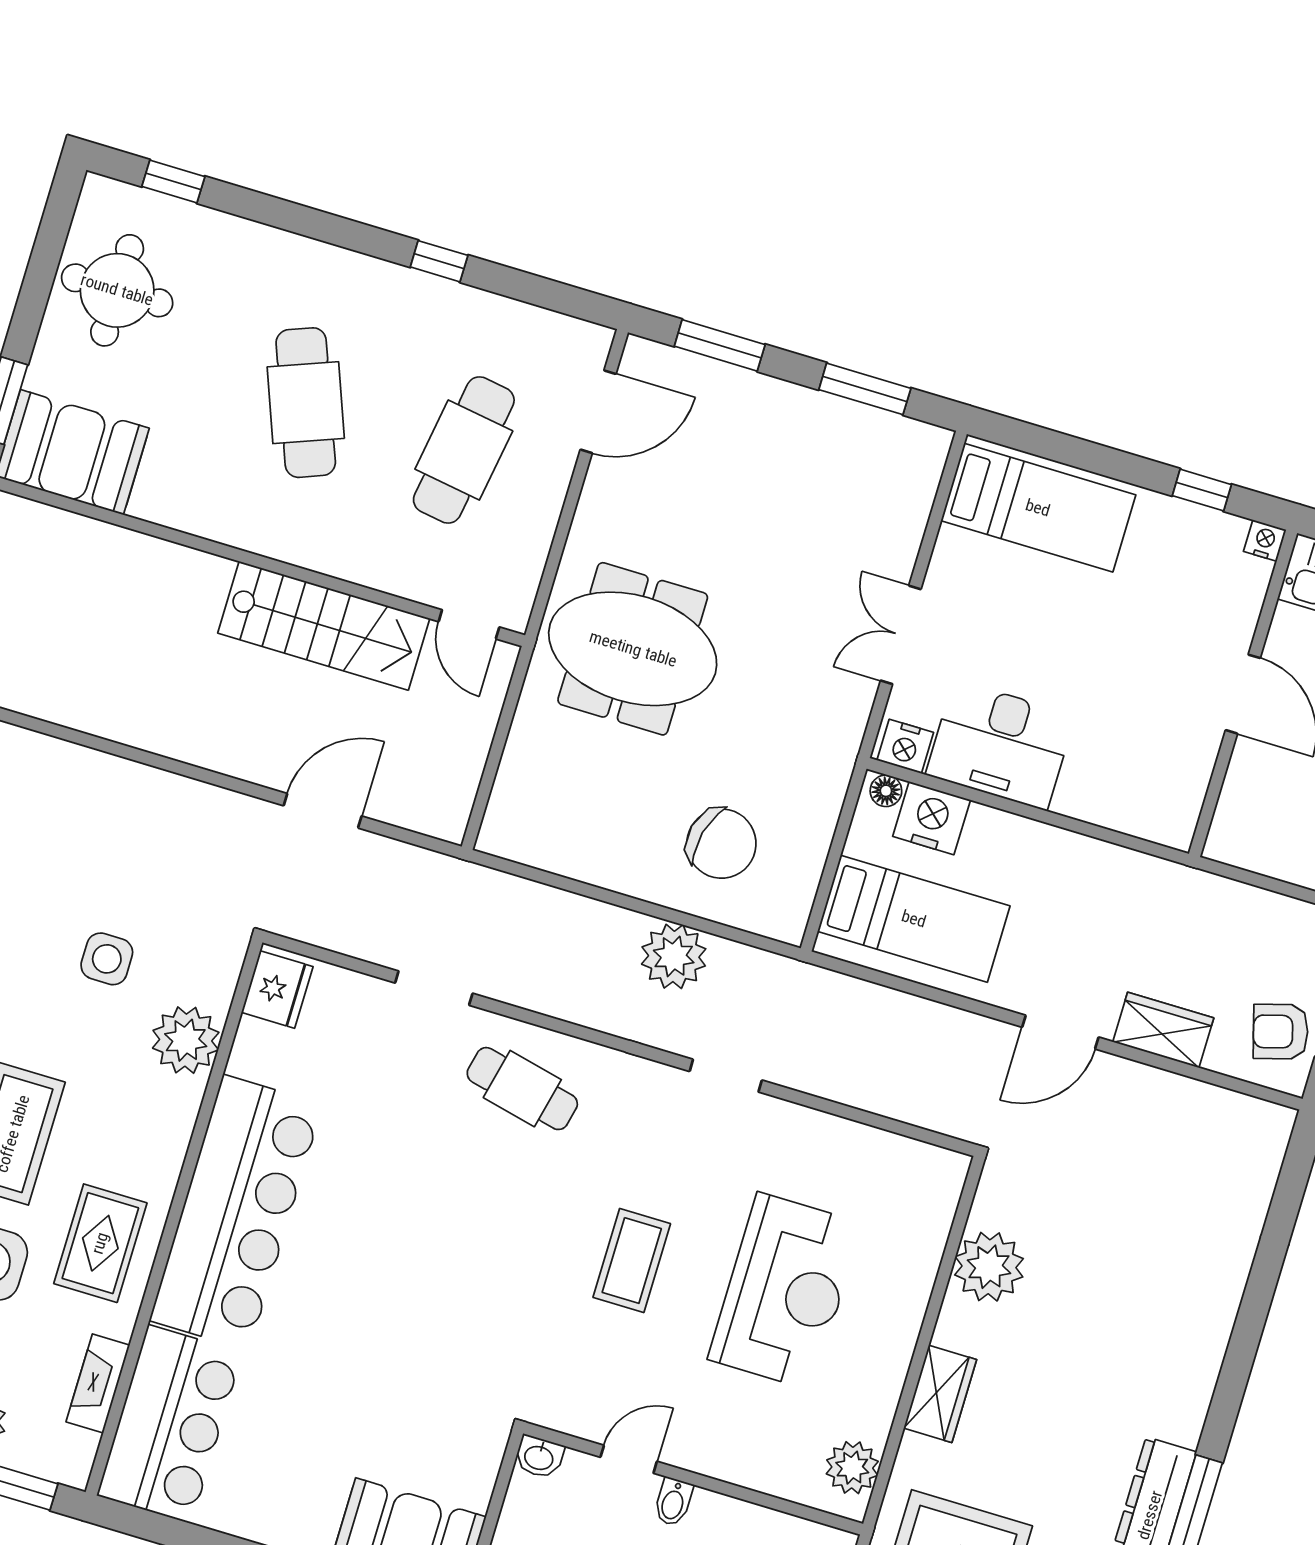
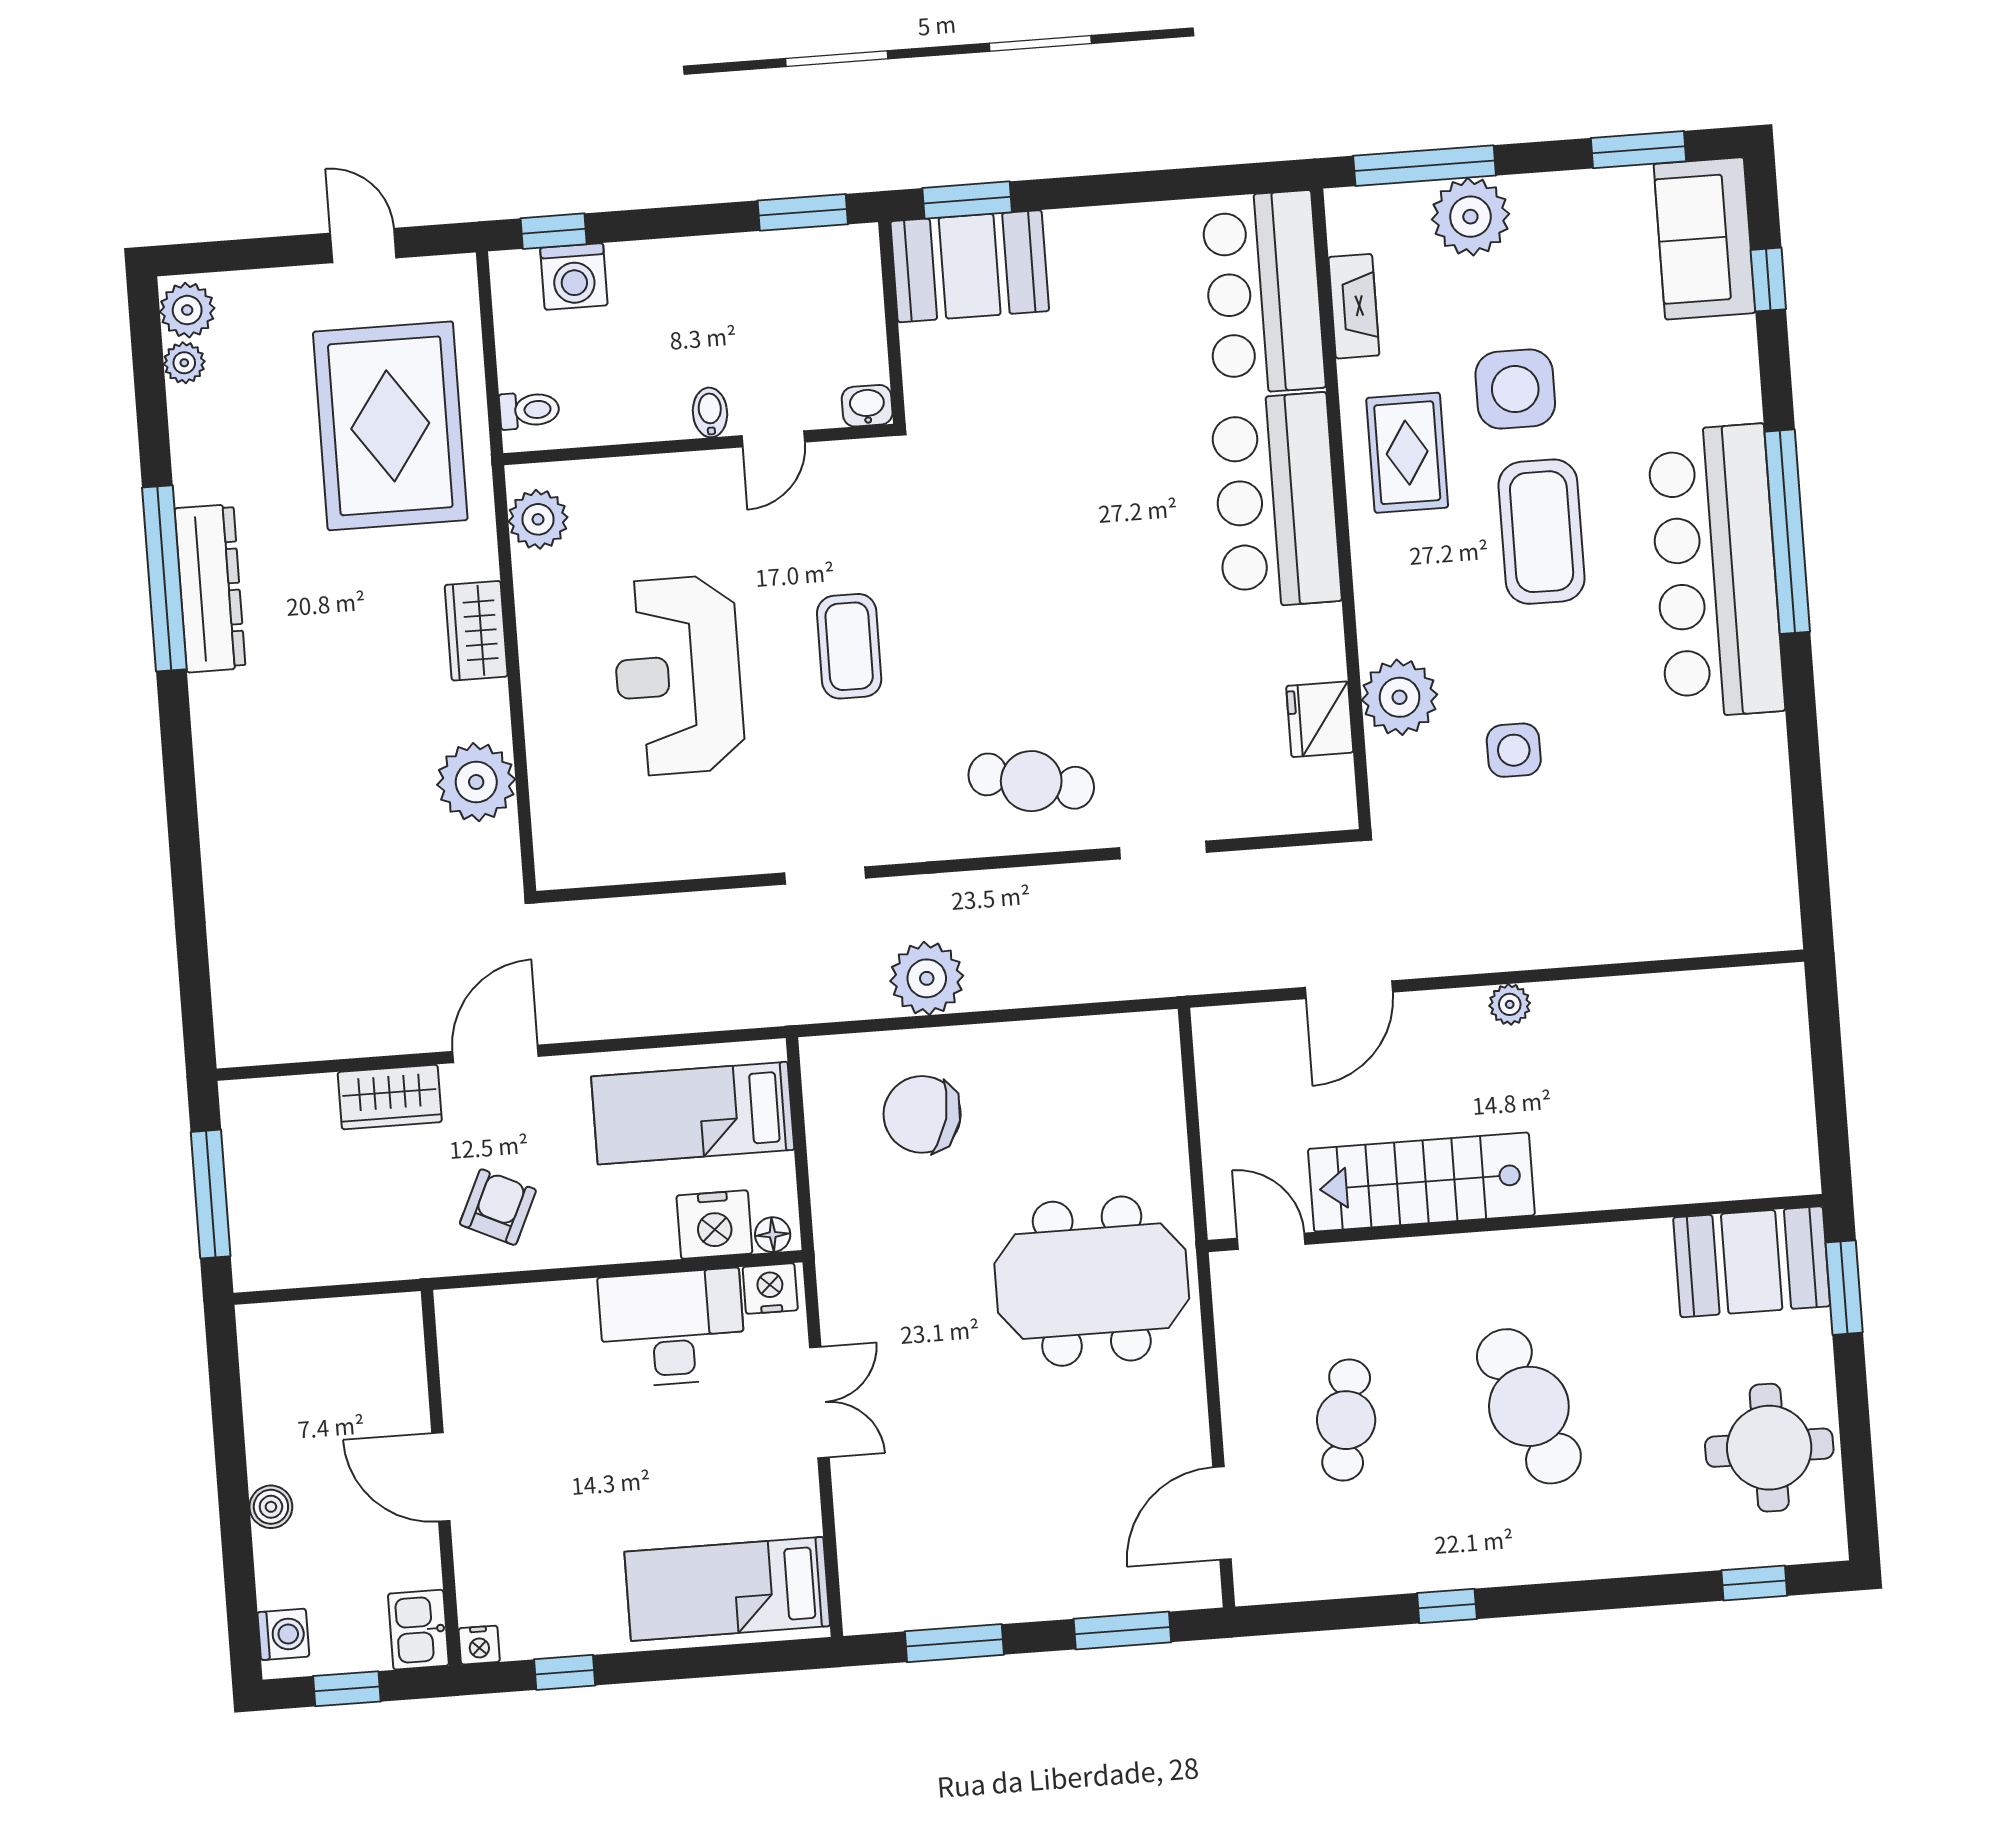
cafe table: (464, 450) -> (1346, 1420), width x0.73, depth x0.74
plant: (192, 747) -> (1510, 1004), added
fridge: (277, 989) -> (1320, 719), moved
armchair: (1281, 1032) -> (498, 1207), moved, turned -49
bar counter: (236, 1212) -> (1276, 501), width x0.73

